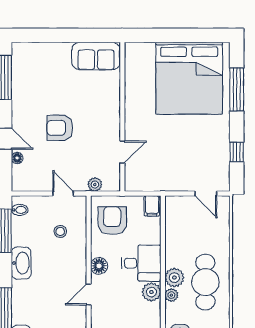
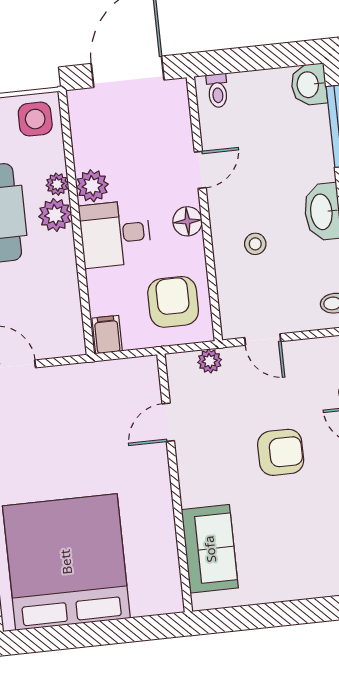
sofa: (96, 56) -> (210, 549), moved, turned 90
armchair: (112, 221) -> (173, 302), turned 180
stool: (60, 231) -> (255, 244), moved

